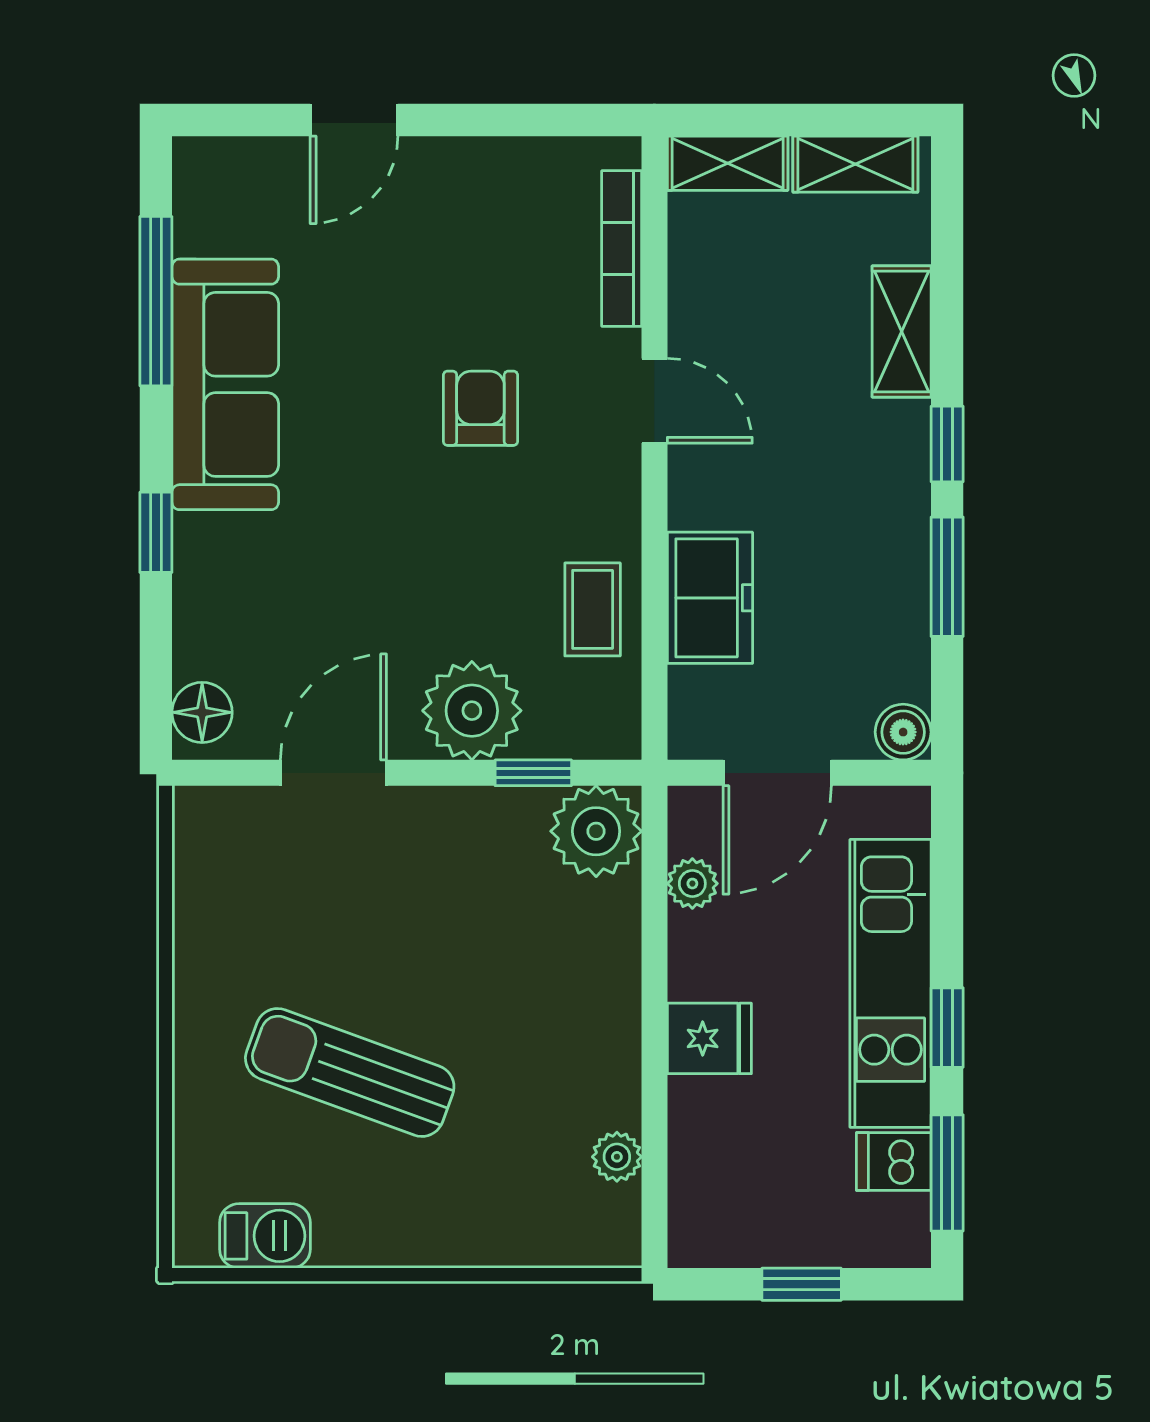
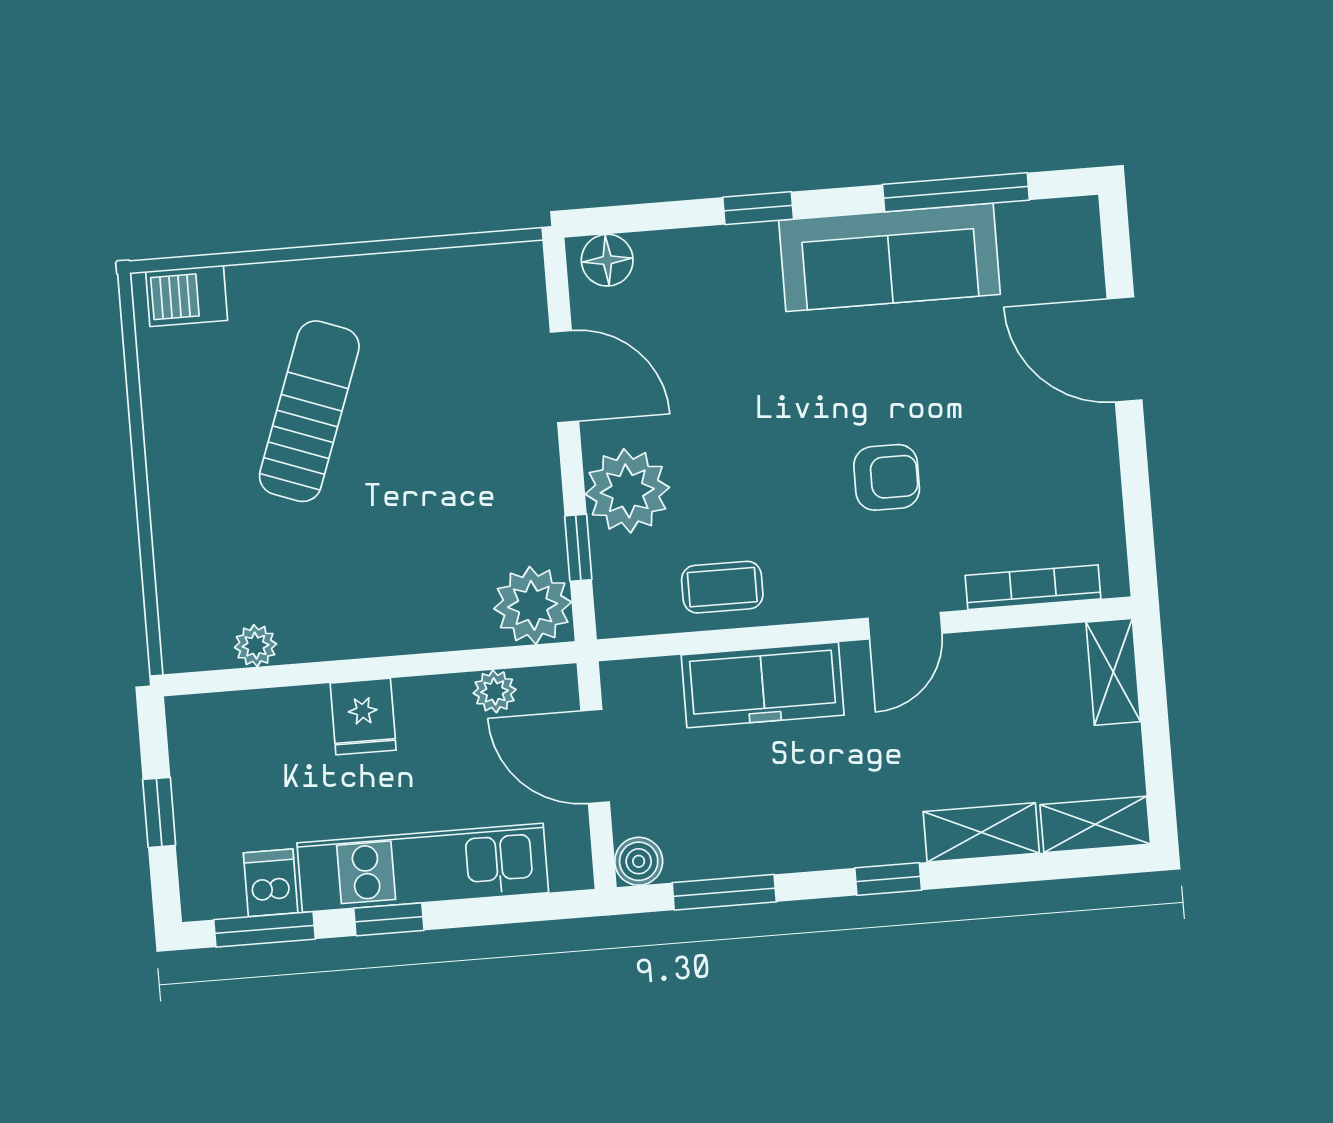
door: (354, 120) -> (1125, 349), width x1.38
shelving: (855, 164) -> (1095, 824), moved, turned 90
window: (947, 577) -> (724, 892), moved
freezer: (710, 598) -> (763, 685), width x1.40
barbecue: (265, 1236) -> (187, 296), moved, turned 90

